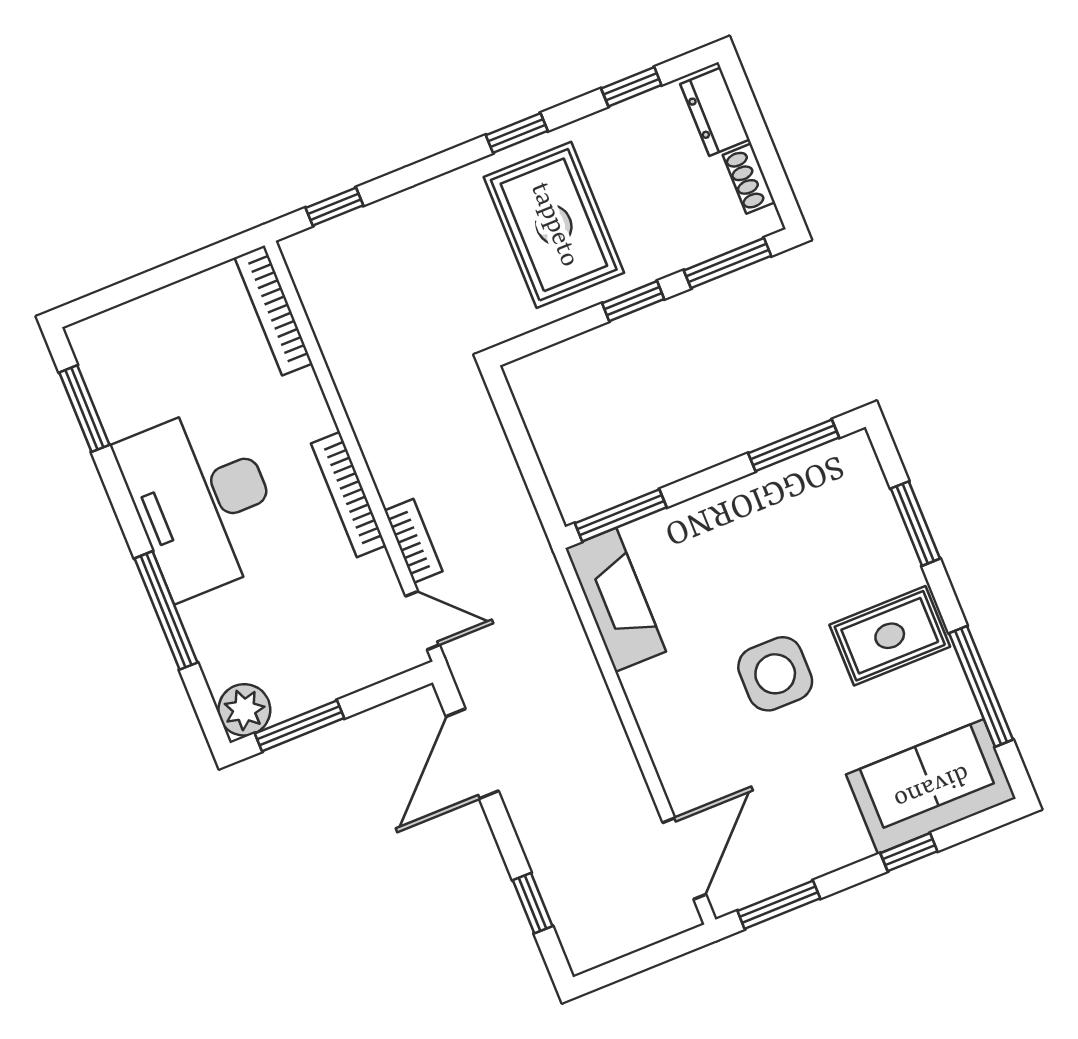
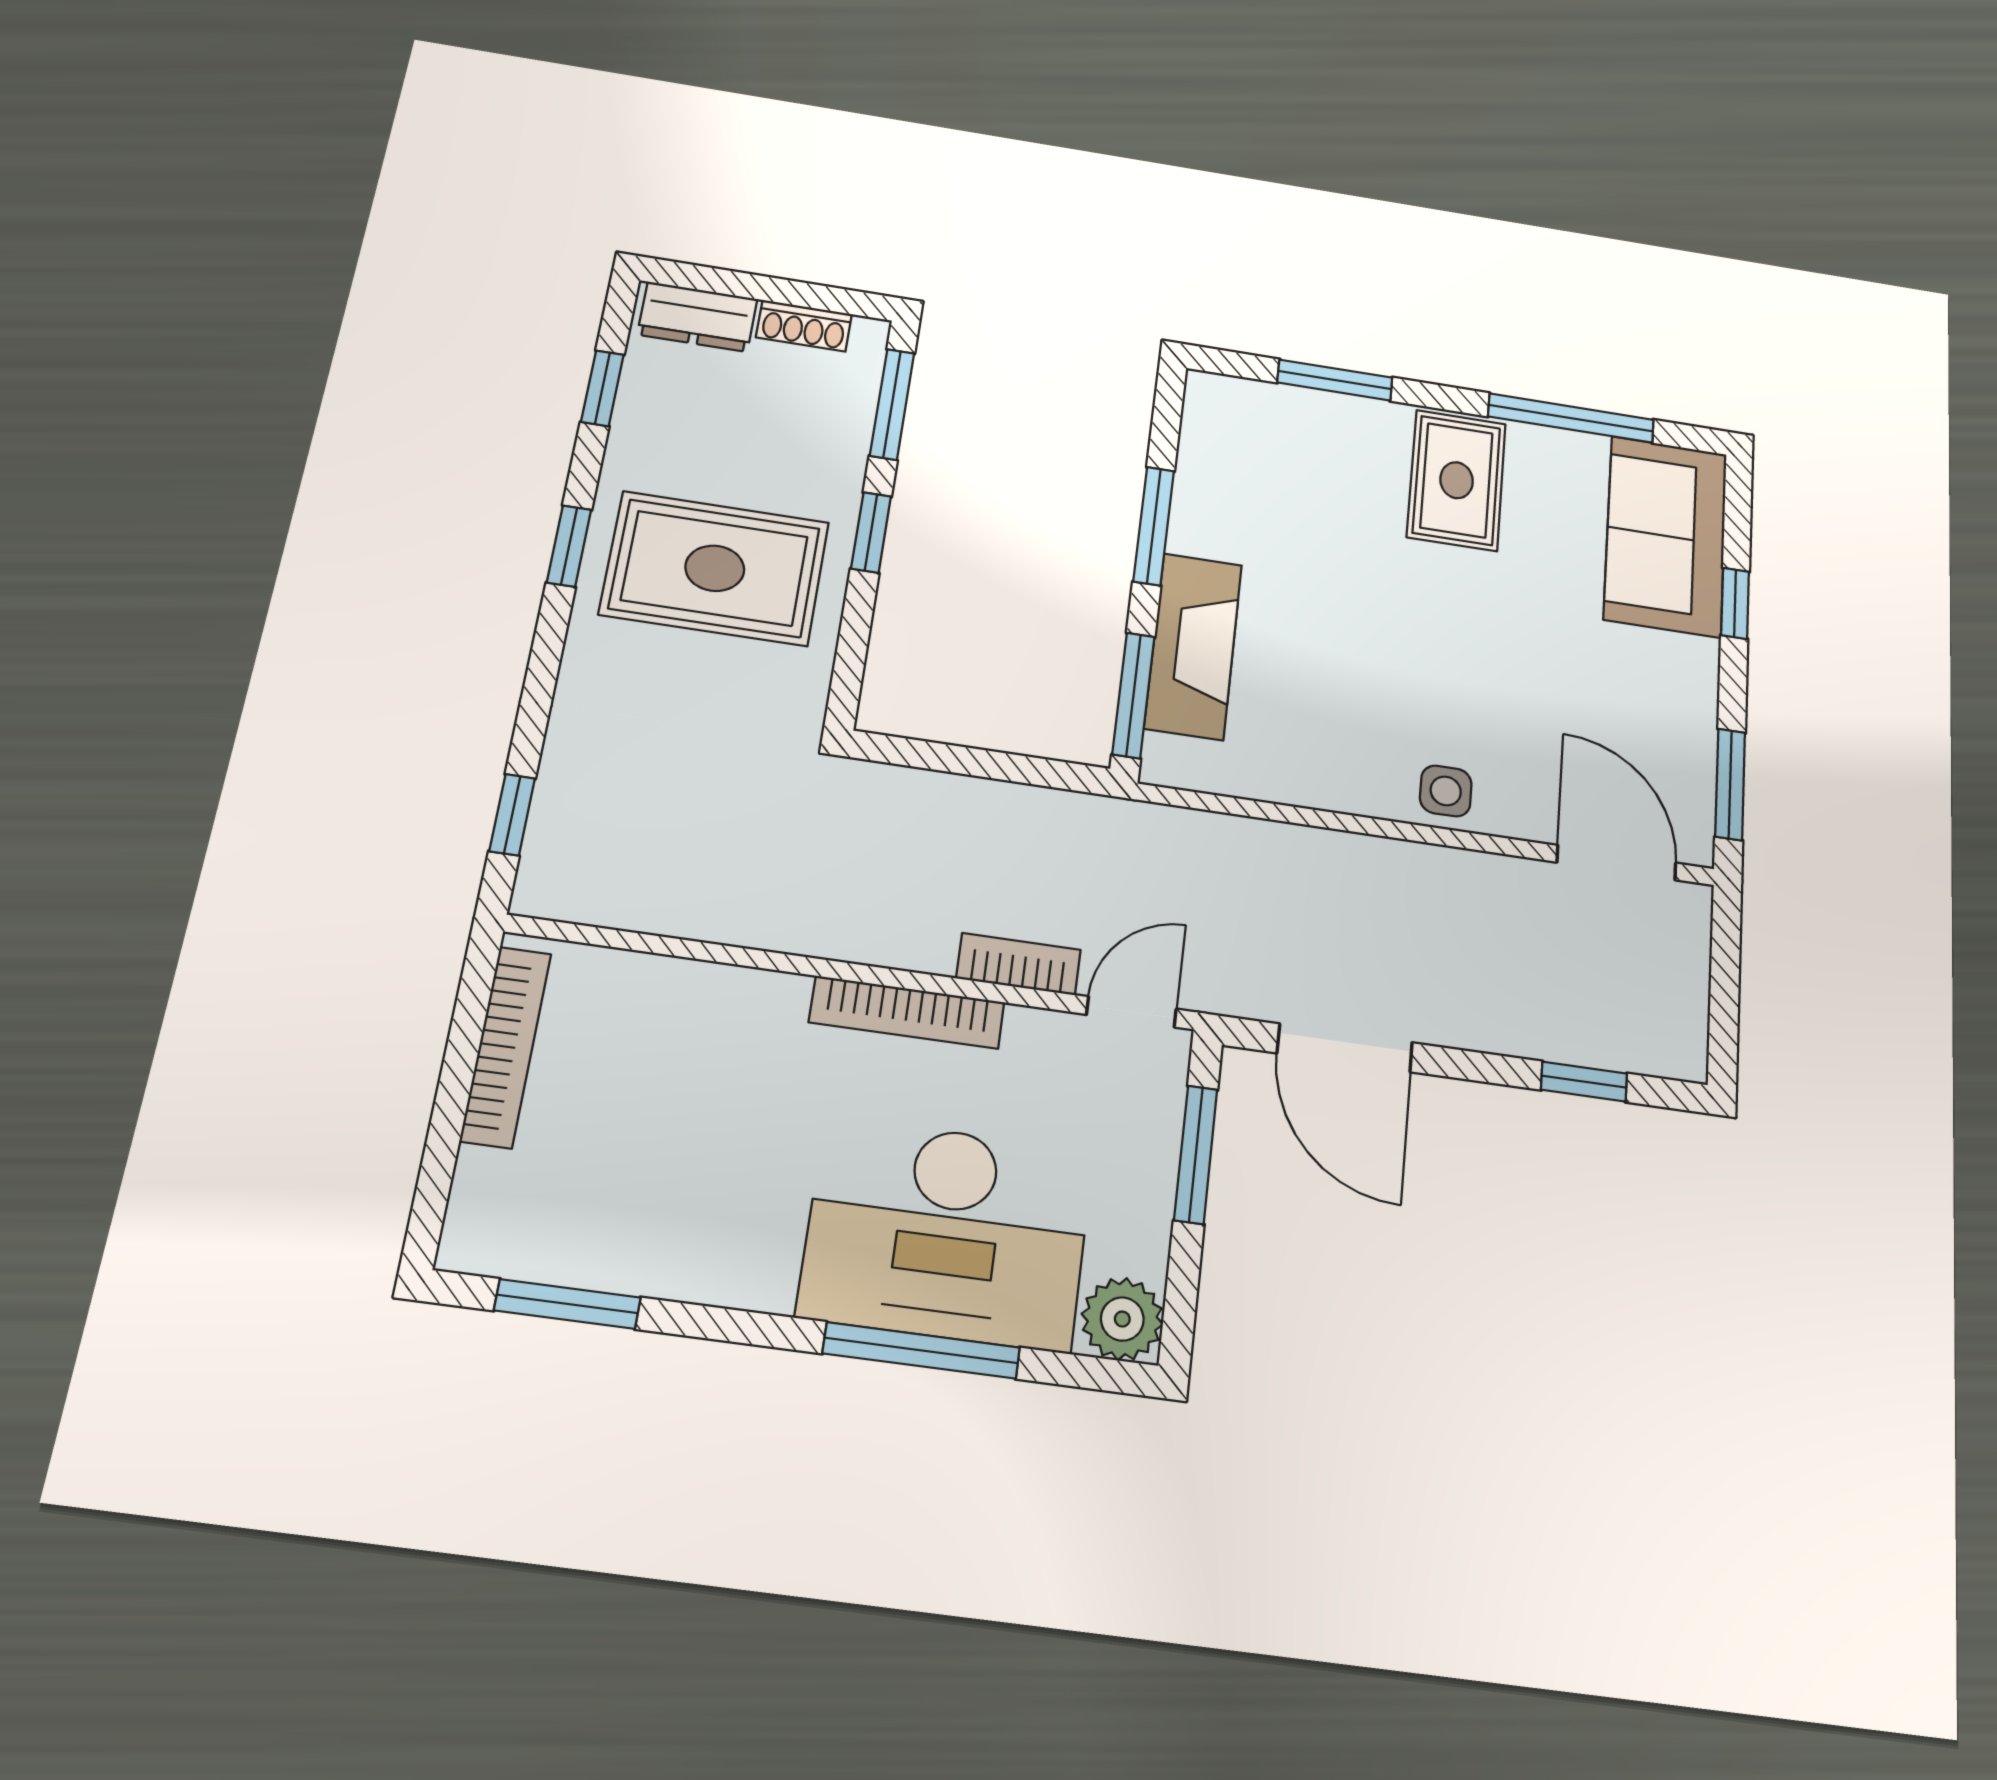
bookcase: (273, 310) -> (506, 1047), moved, turned -90
window: (794, 445) -> (1154, 526), moved
desk: (202, 501) -> (947, 1233), moved
fireplace: (616, 600) -> (1193, 646), moved, turned 90
side table: (775, 674) -> (1446, 791), moved, width x0.54, depth x0.54
window: (299, 726) -> (1196, 1154), moved

